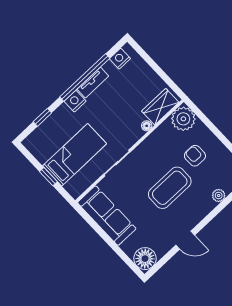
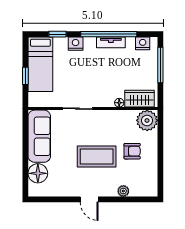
window: (151, 63) -> (160, 65), added
nightstand: (75, 101) -> (76, 44), moved
bed: (75, 155) -> (40, 64), moved, turned 90
armchair: (195, 156) -> (132, 151), turned 90
door: (185, 240) -> (89, 199), moved
floor lamp: (145, 259) -> (38, 173), moved

